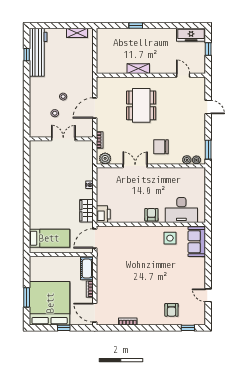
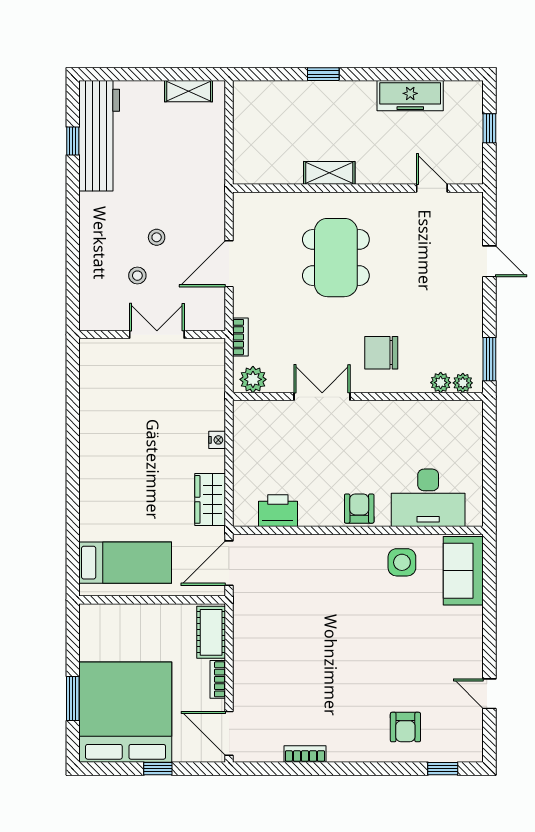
freezer: (191, 35) -> (410, 96), moved
printer: (103, 214) -> (278, 511), moved, turned -90

